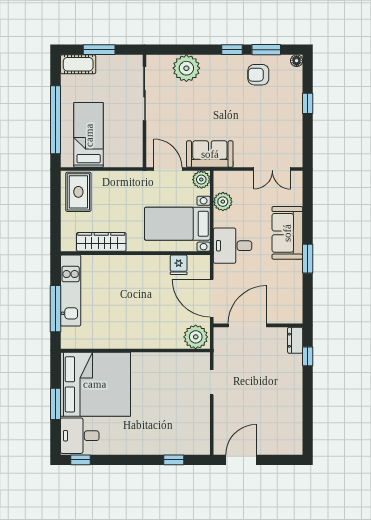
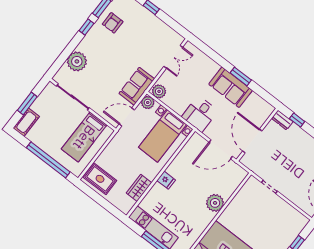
bed: (89, 135) -> (84, 137), moved, turned -90
plant: (223, 202) -> (159, 91), moved
sofa: (287, 233) -> (231, 87), moved
wardrobe: (101, 242) -> (139, 188), width x0.67
fridge: (179, 265) -> (166, 180), moved
plant: (196, 337) -> (215, 203), moved

